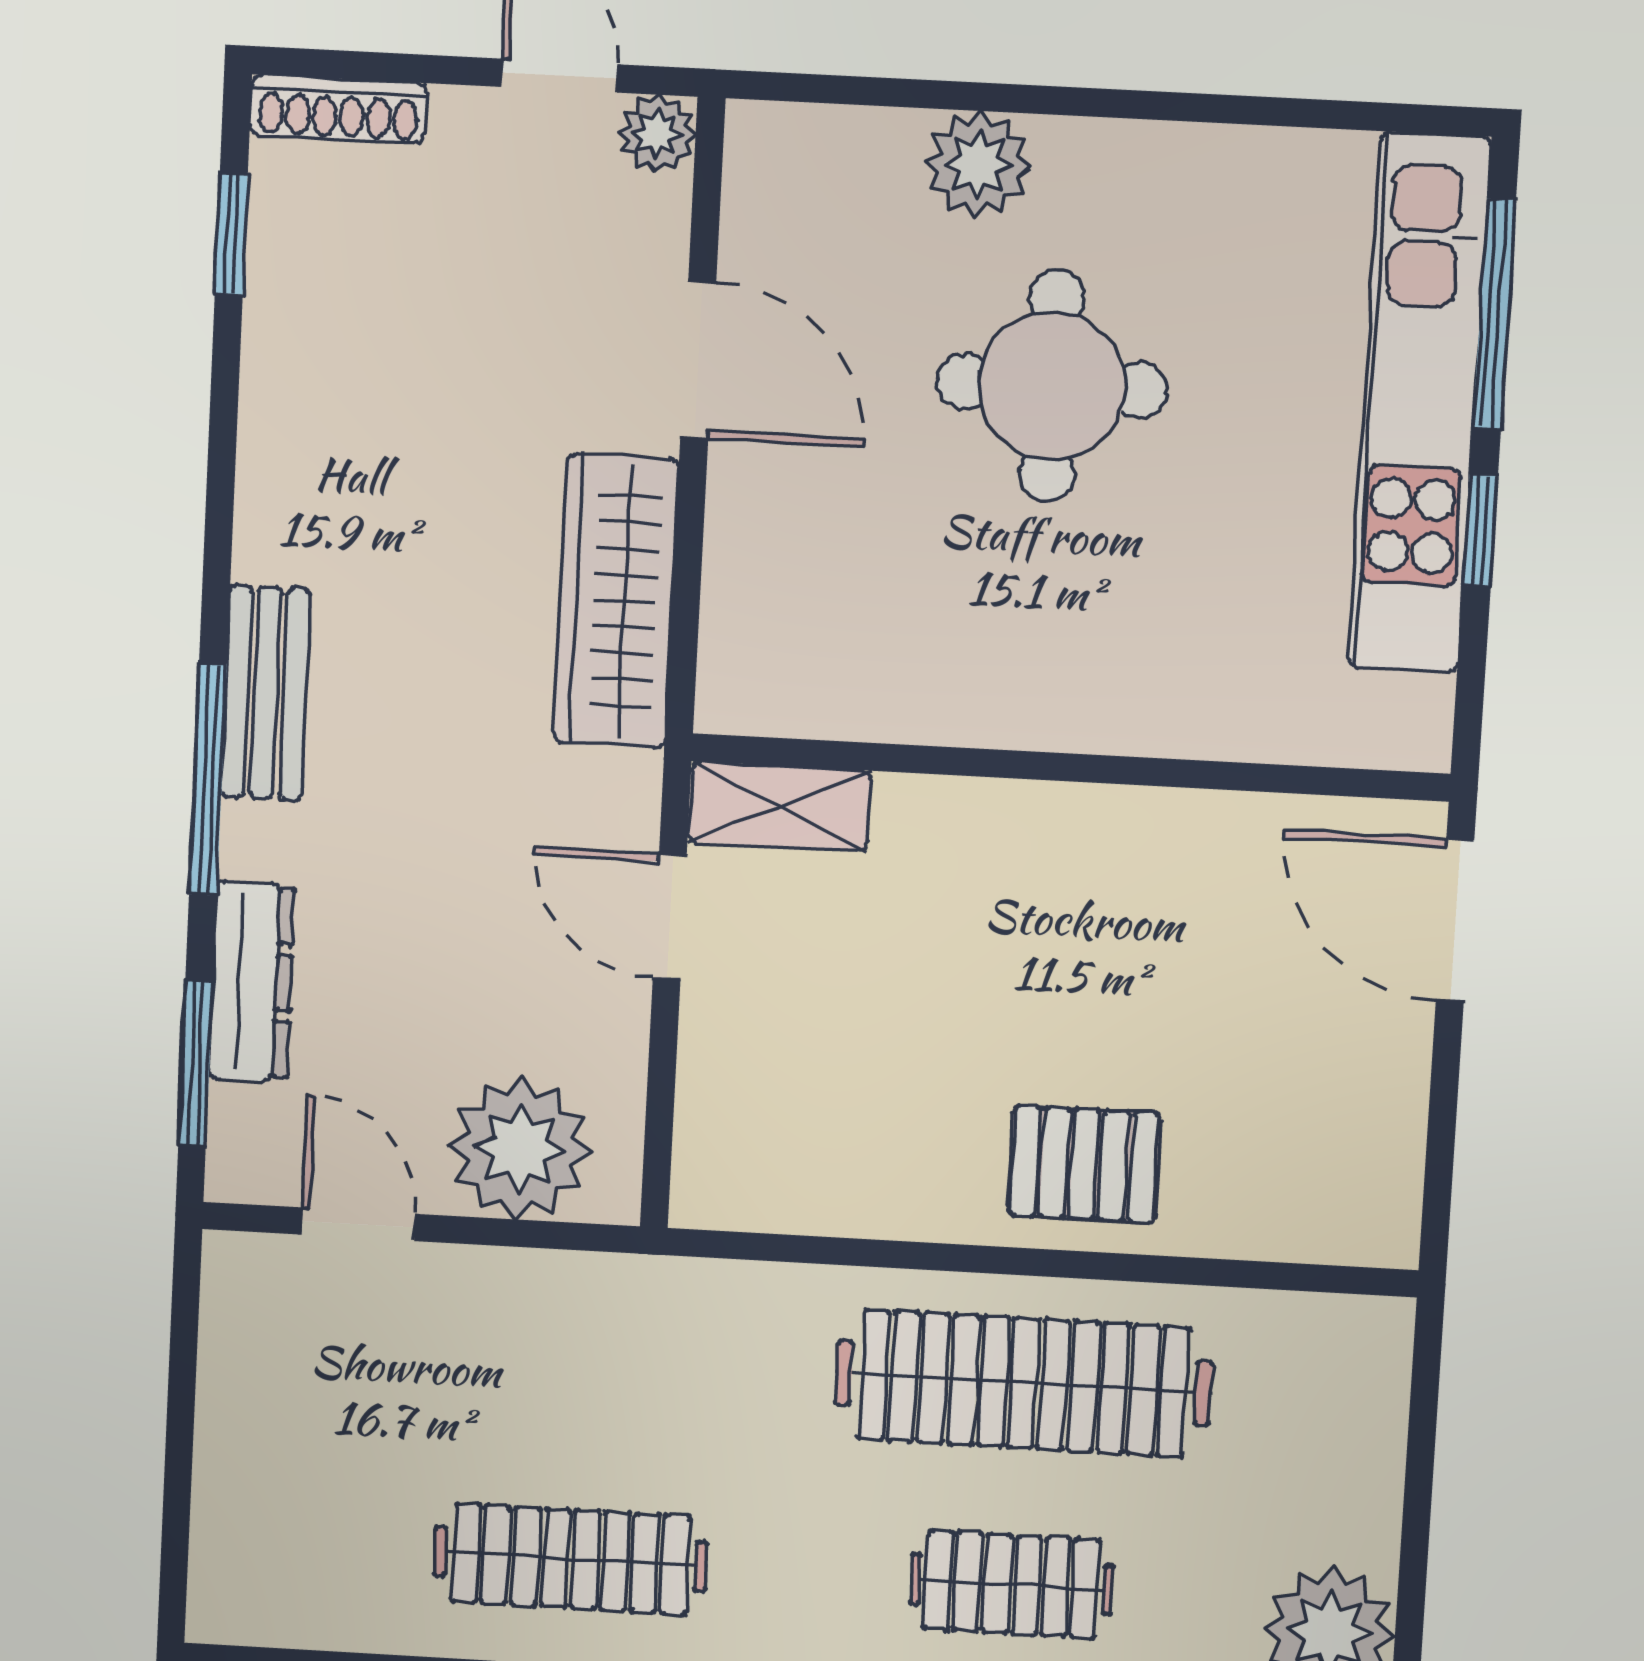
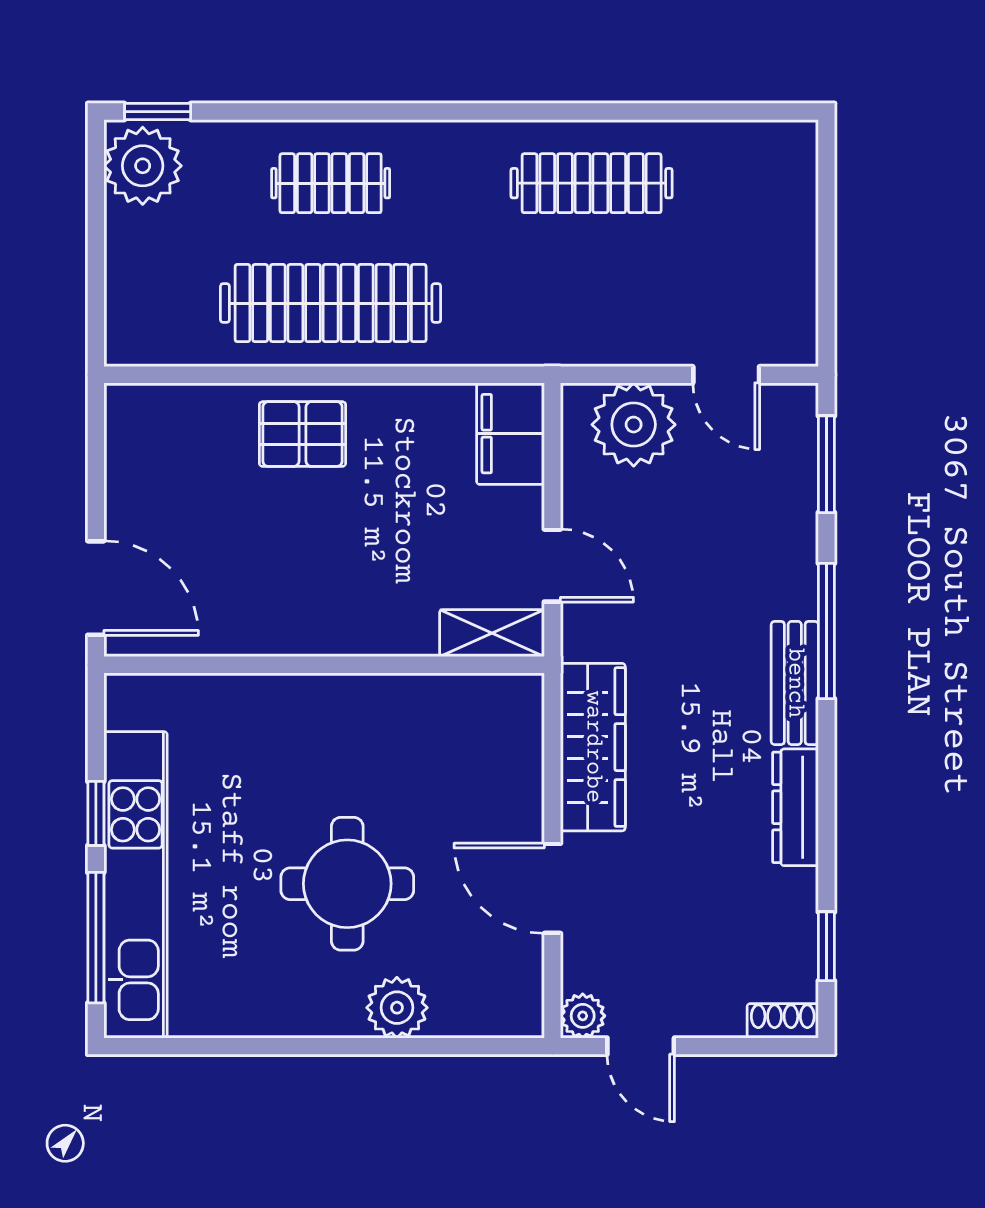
shoe rack: (338, 109) -> (783, 1021), width x0.70
dresser: (252, 982) -> (795, 807), moved
filing cabinet: (730, 1145) -> (510, 434), added

